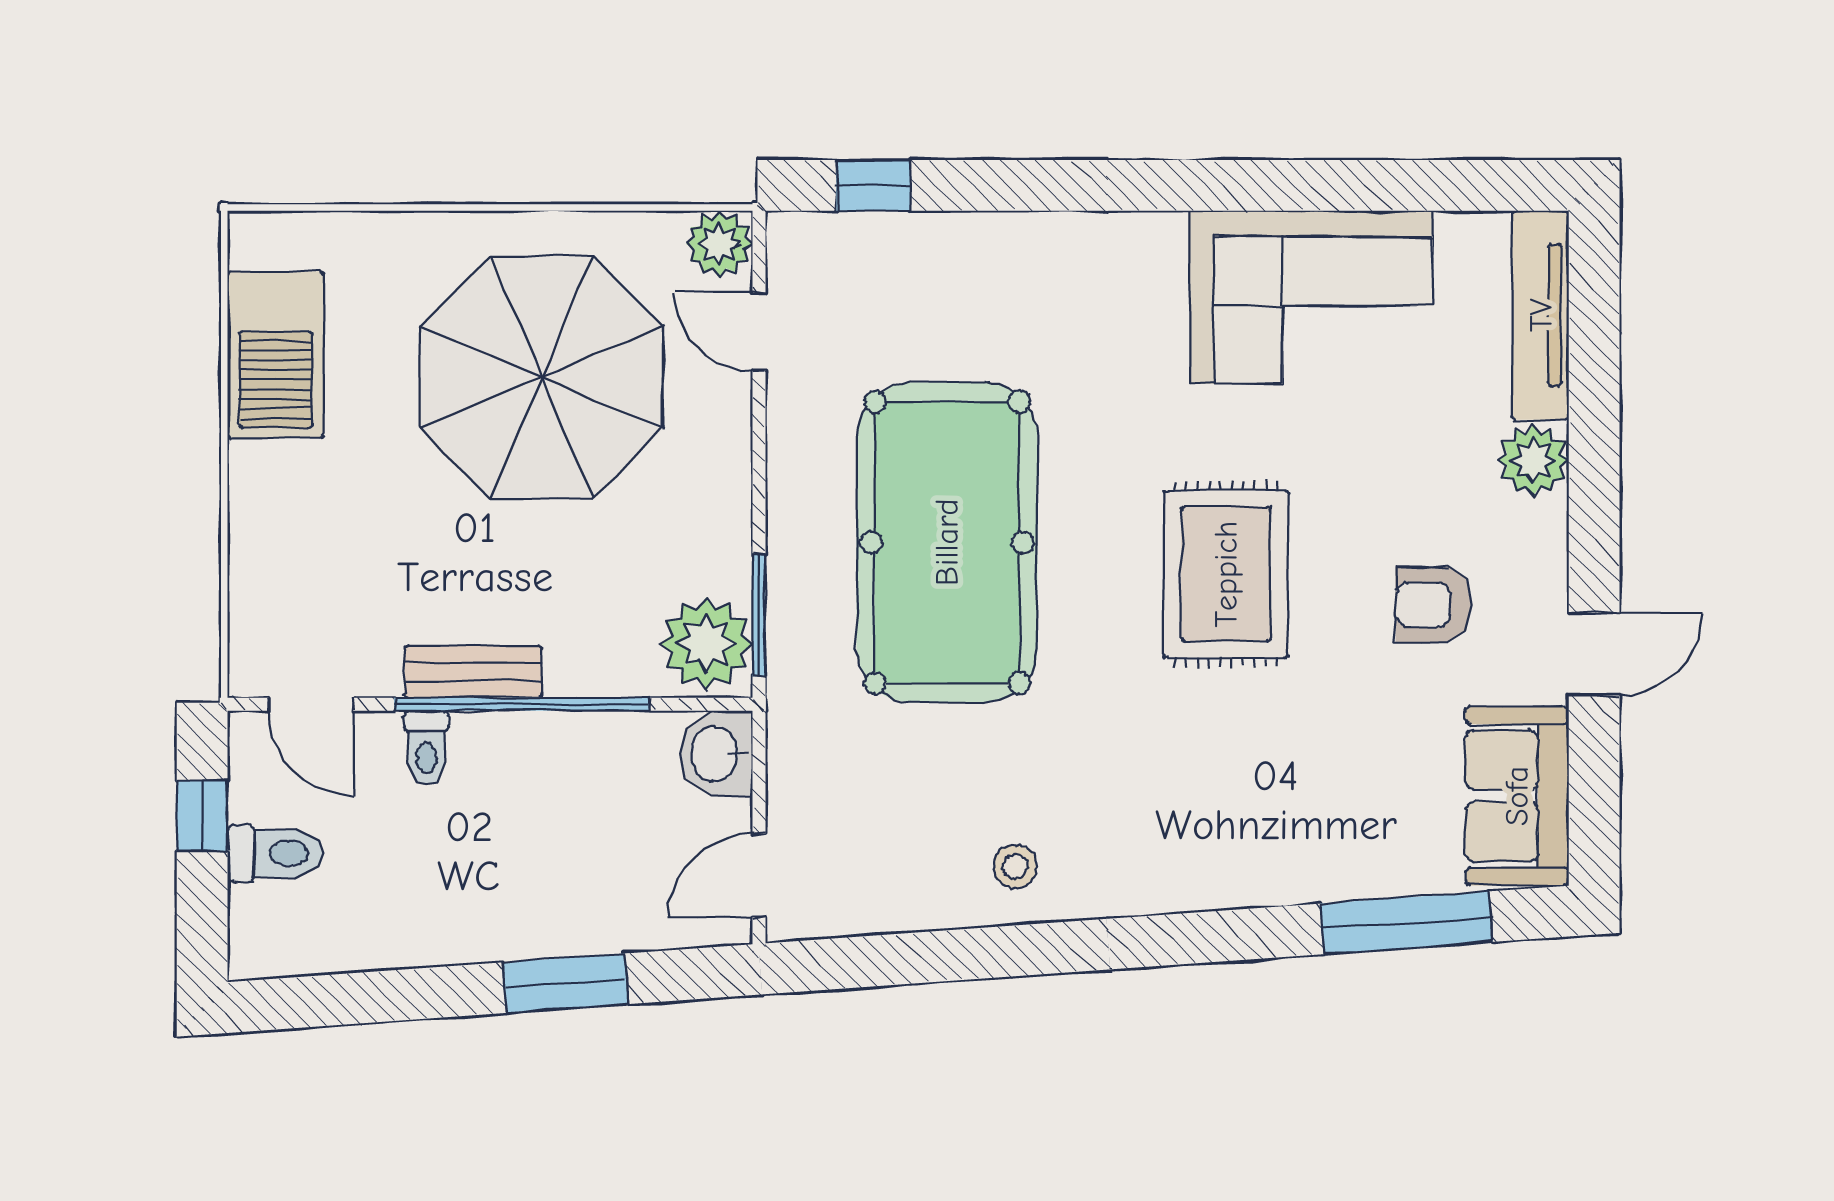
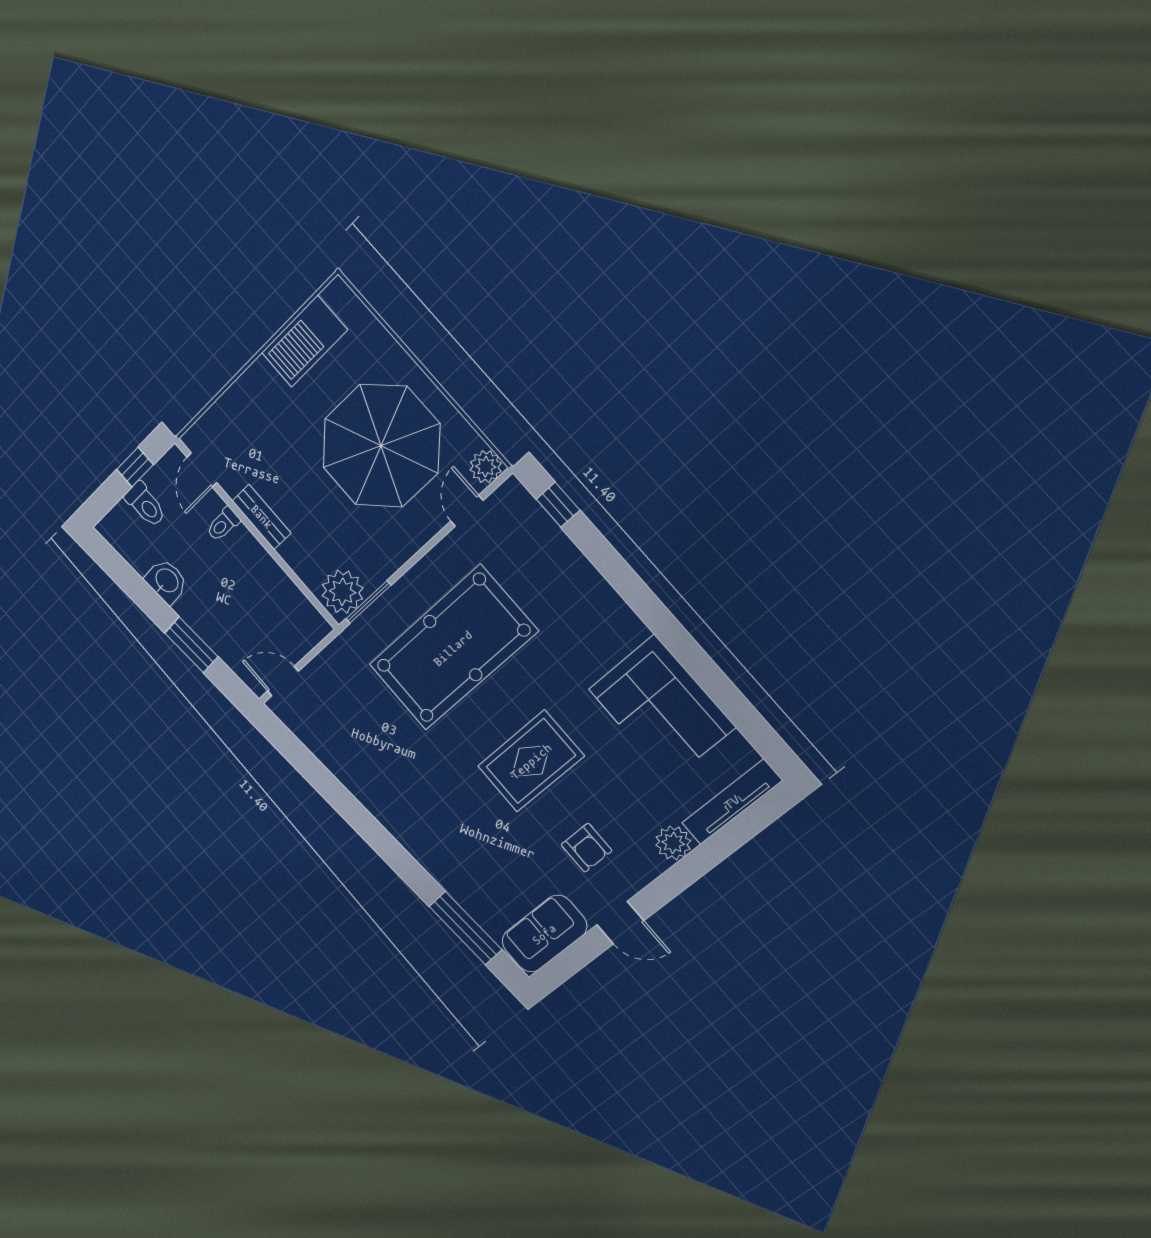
armchair: (1433, 605) -> (586, 848), turned 180
window: (522, 704) -> (266, 545), removed
washbasin: (716, 754) -> (166, 581), moved, turned 86
stool: (1015, 867) -> (364, 770), removed

